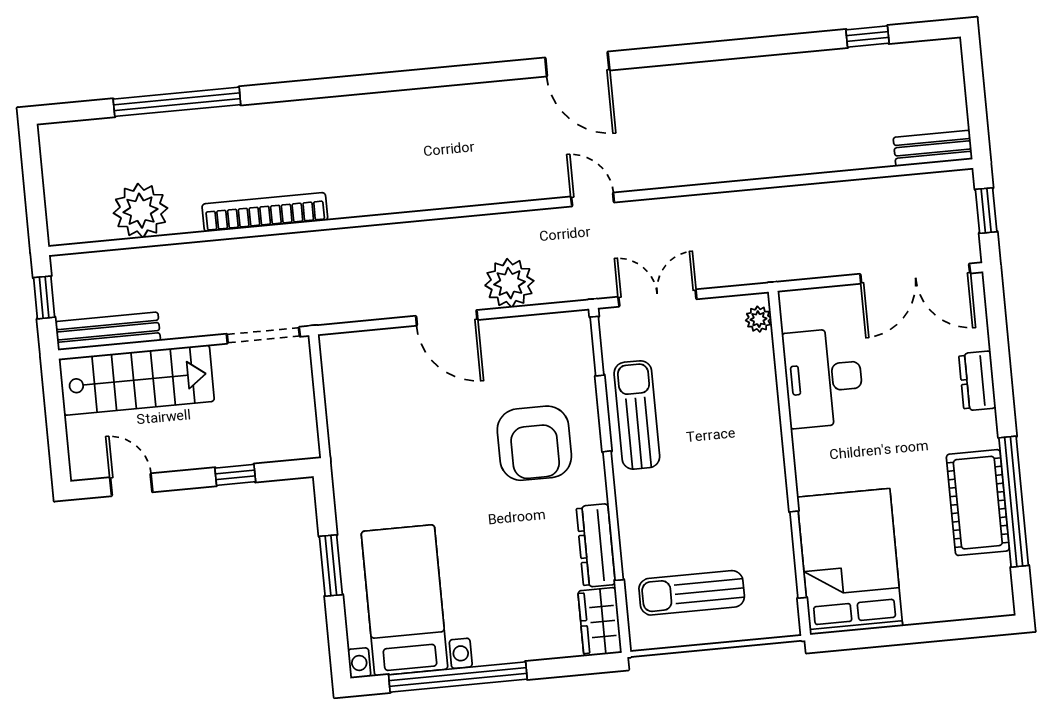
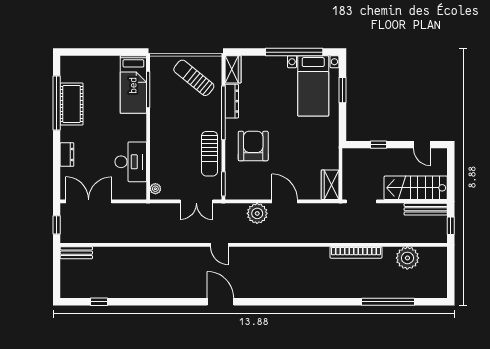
wardrobe: (342, 368) -> (330, 185), added
bed: (850, 562) -> (133, 85), width x0.67
window: (331, 565) -> (342, 90), moved
sun lounger: (692, 593) -> (194, 78), turned -141

